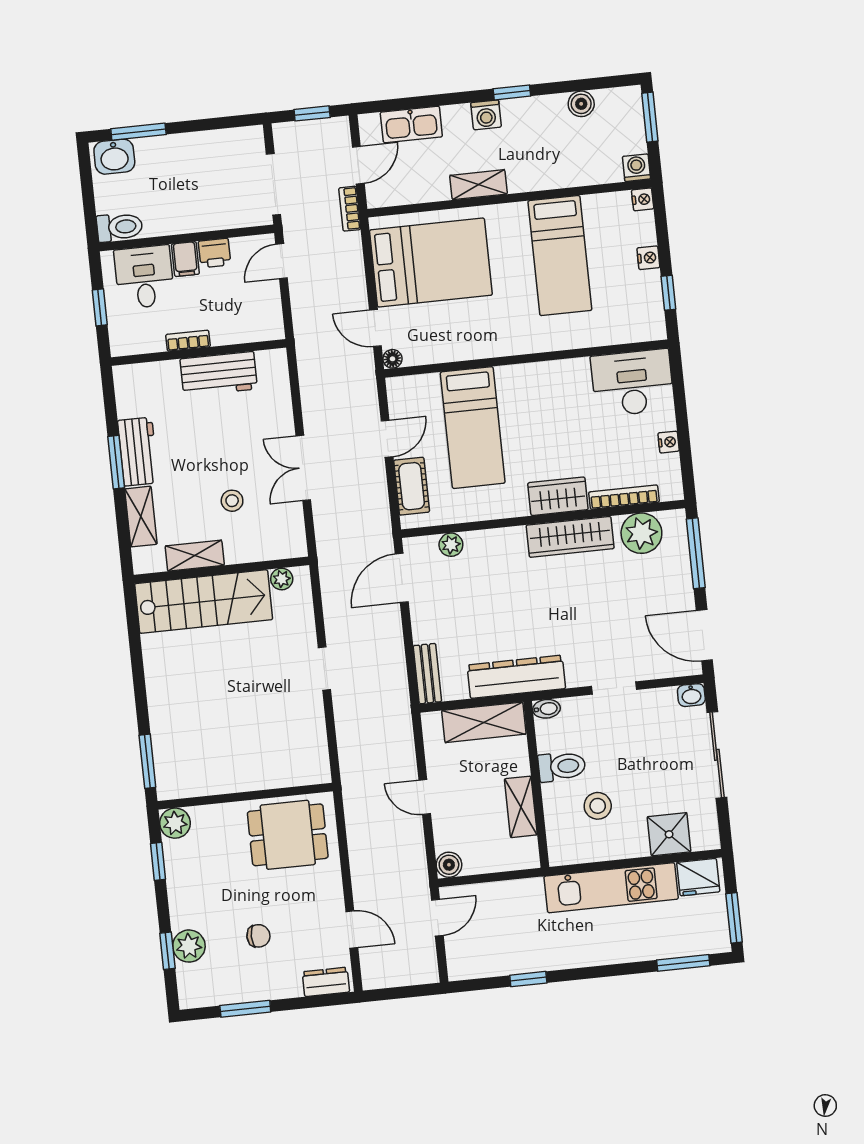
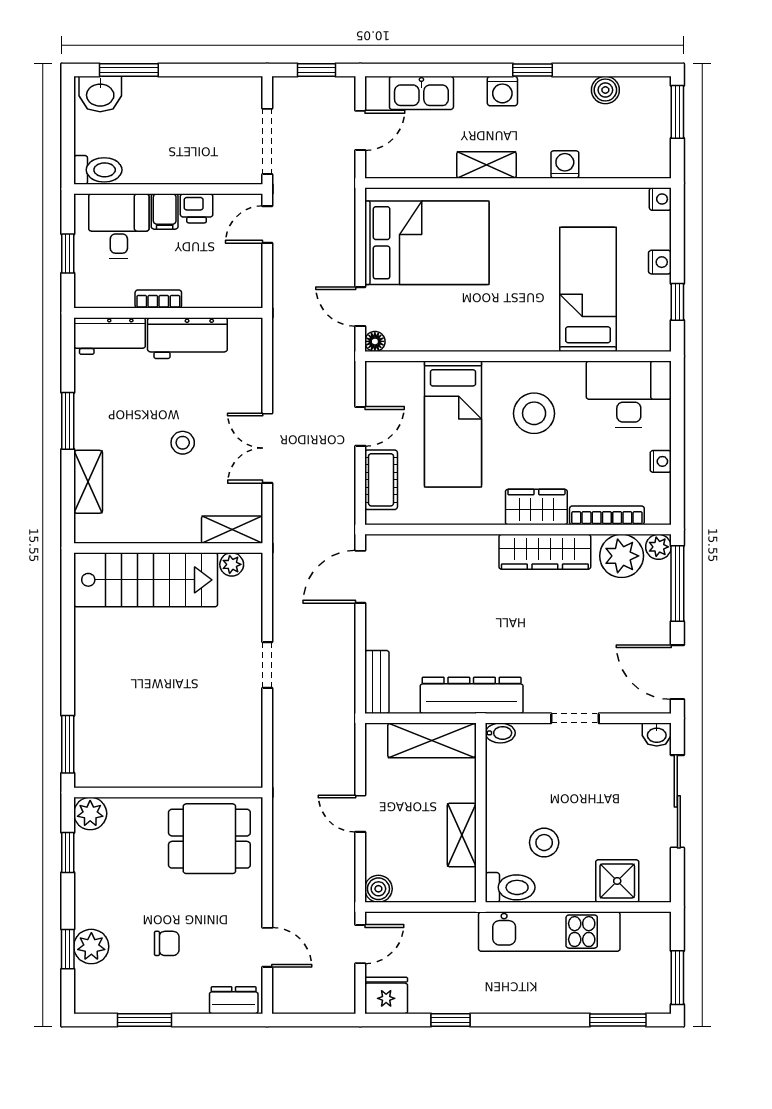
washing machine: (636, 168) -> (565, 164), moved
bookcase: (350, 209) -> (346, 176), removed
bed: (560, 256) -> (588, 289), moved, turned 180
stool: (547, 410) -> (534, 413), added
workbench: (138, 452) -> (110, 336), moved, turned 90
stool: (232, 501) -> (183, 443), moved
plant: (451, 545) -> (658, 547), moved
shelving: (195, 556) -> (232, 530), moved
toilet: (562, 766) -> (510, 887), moved
fridge: (698, 877) -> (386, 995), moved, turned 180

